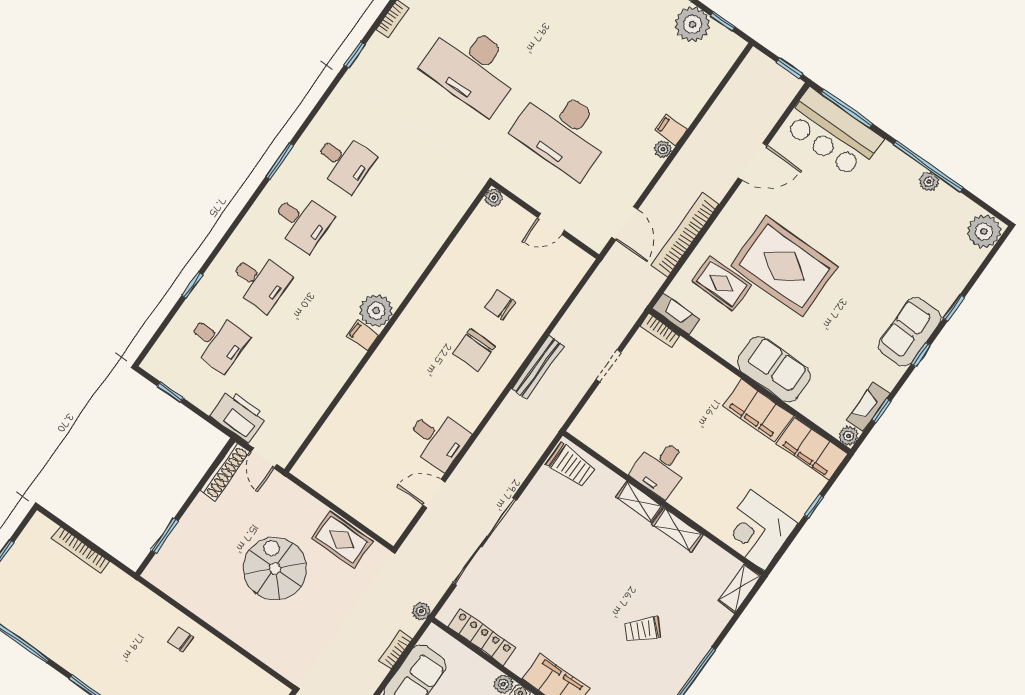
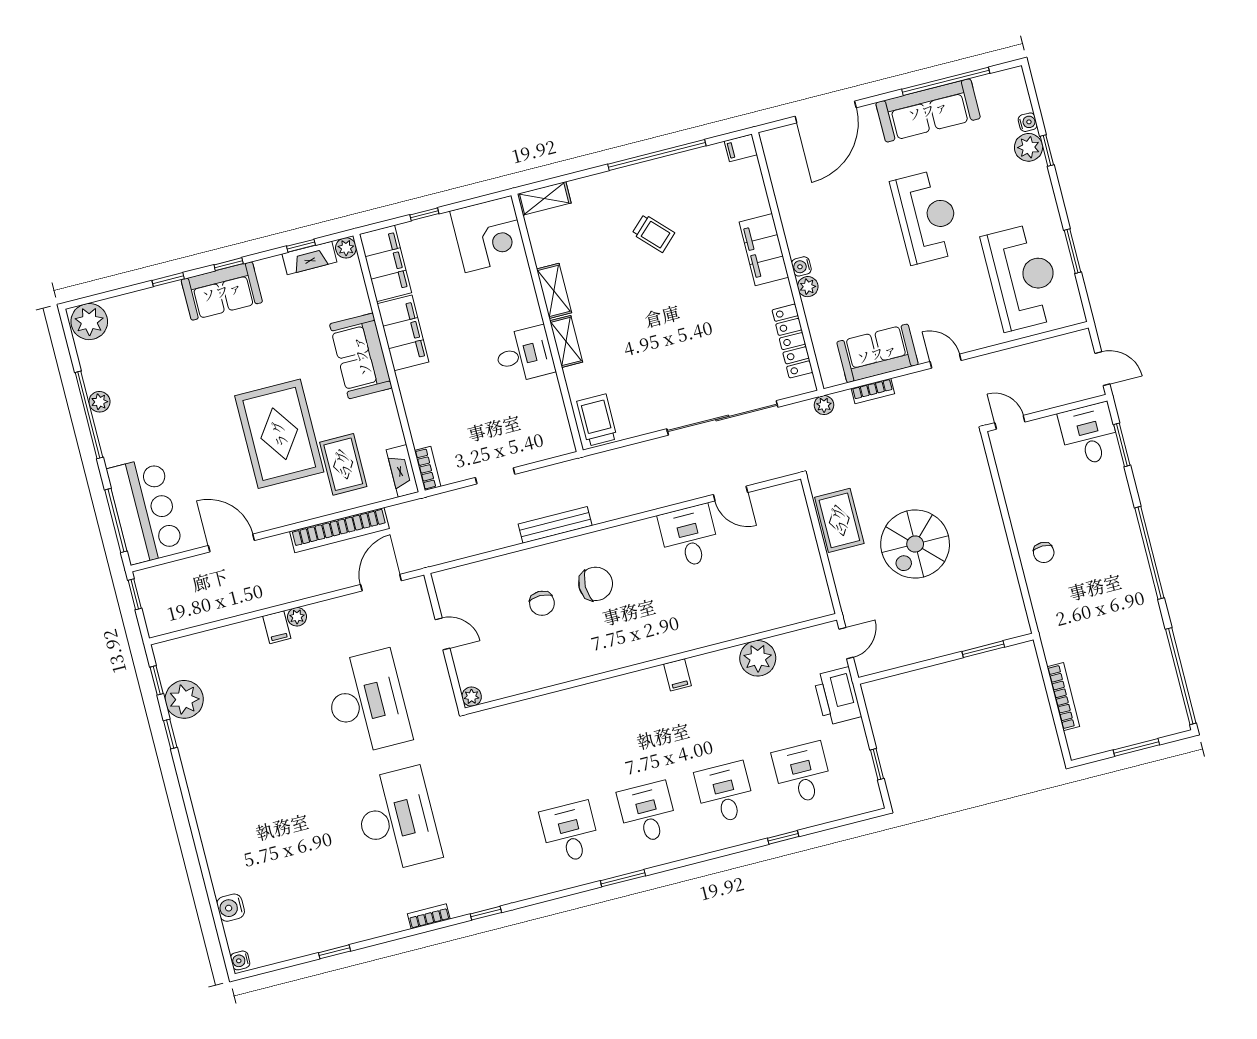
plant: (376, 311) -> (758, 658), moved
shoe rack: (225, 471) -> (888, 660), removed

